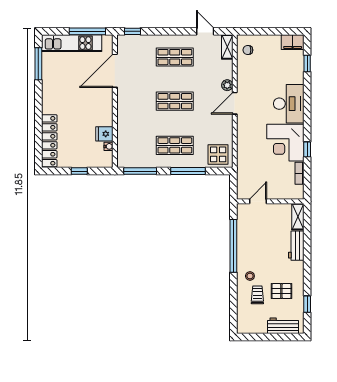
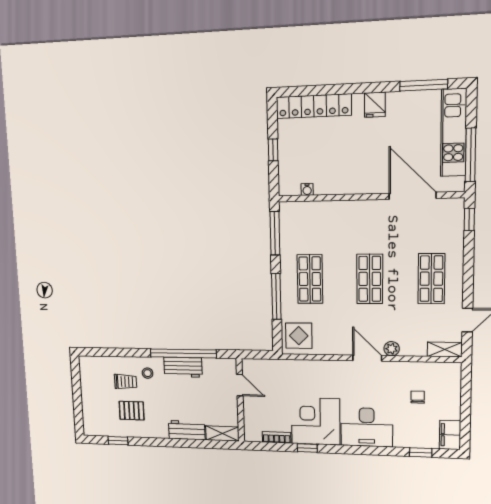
chair: (248, 50) -> (418, 397), moved
fridge: (104, 134) -> (375, 105), moved, turned 180
pallet: (281, 291) -> (132, 411), turned 90
workbench: (283, 326) -> (183, 367), moved, turned 90

